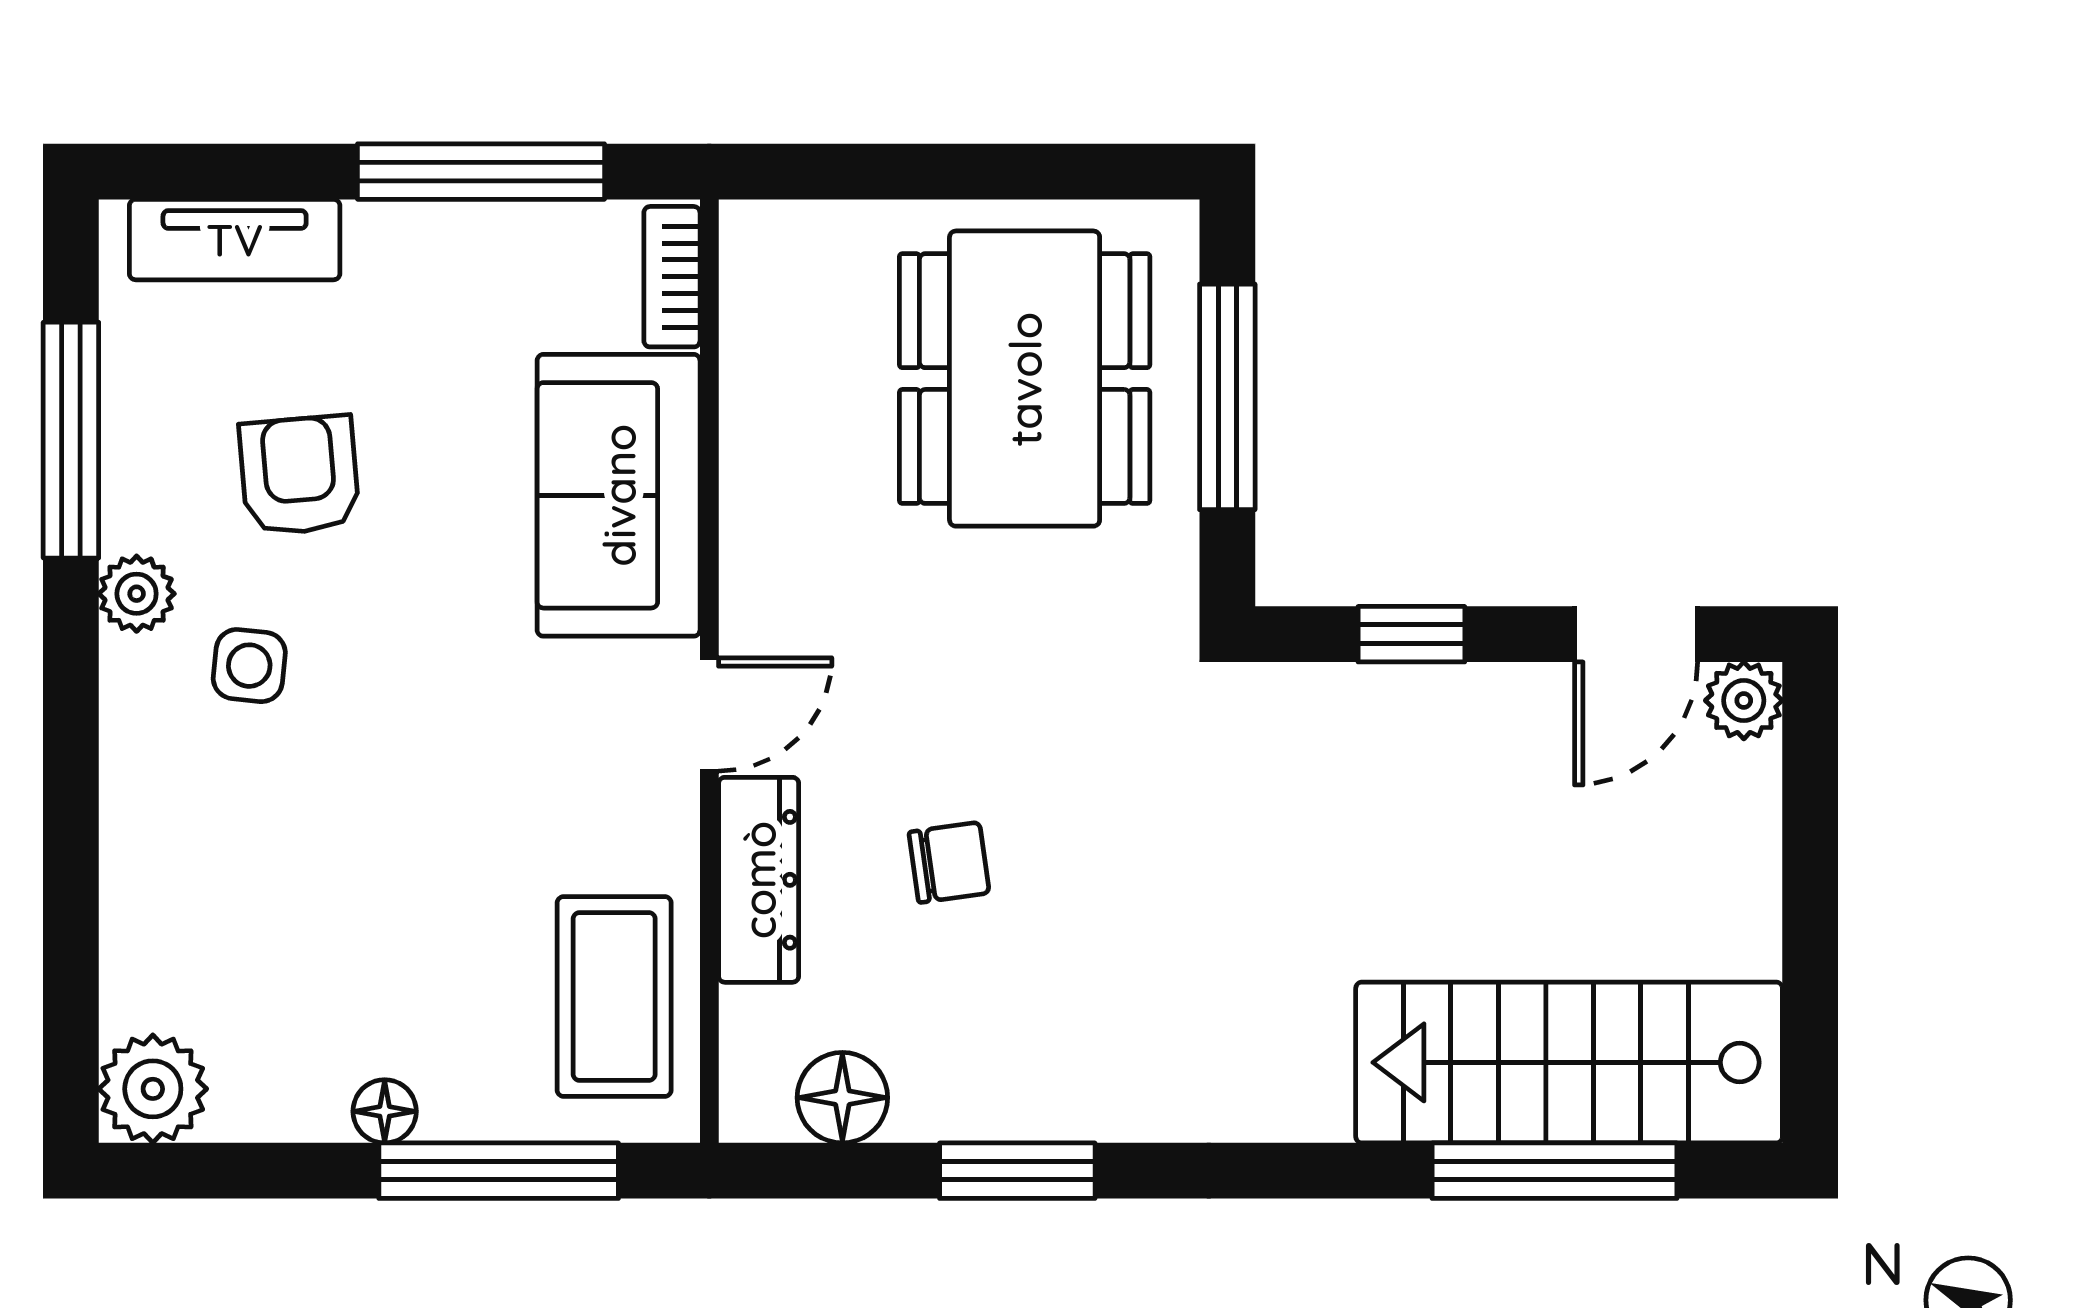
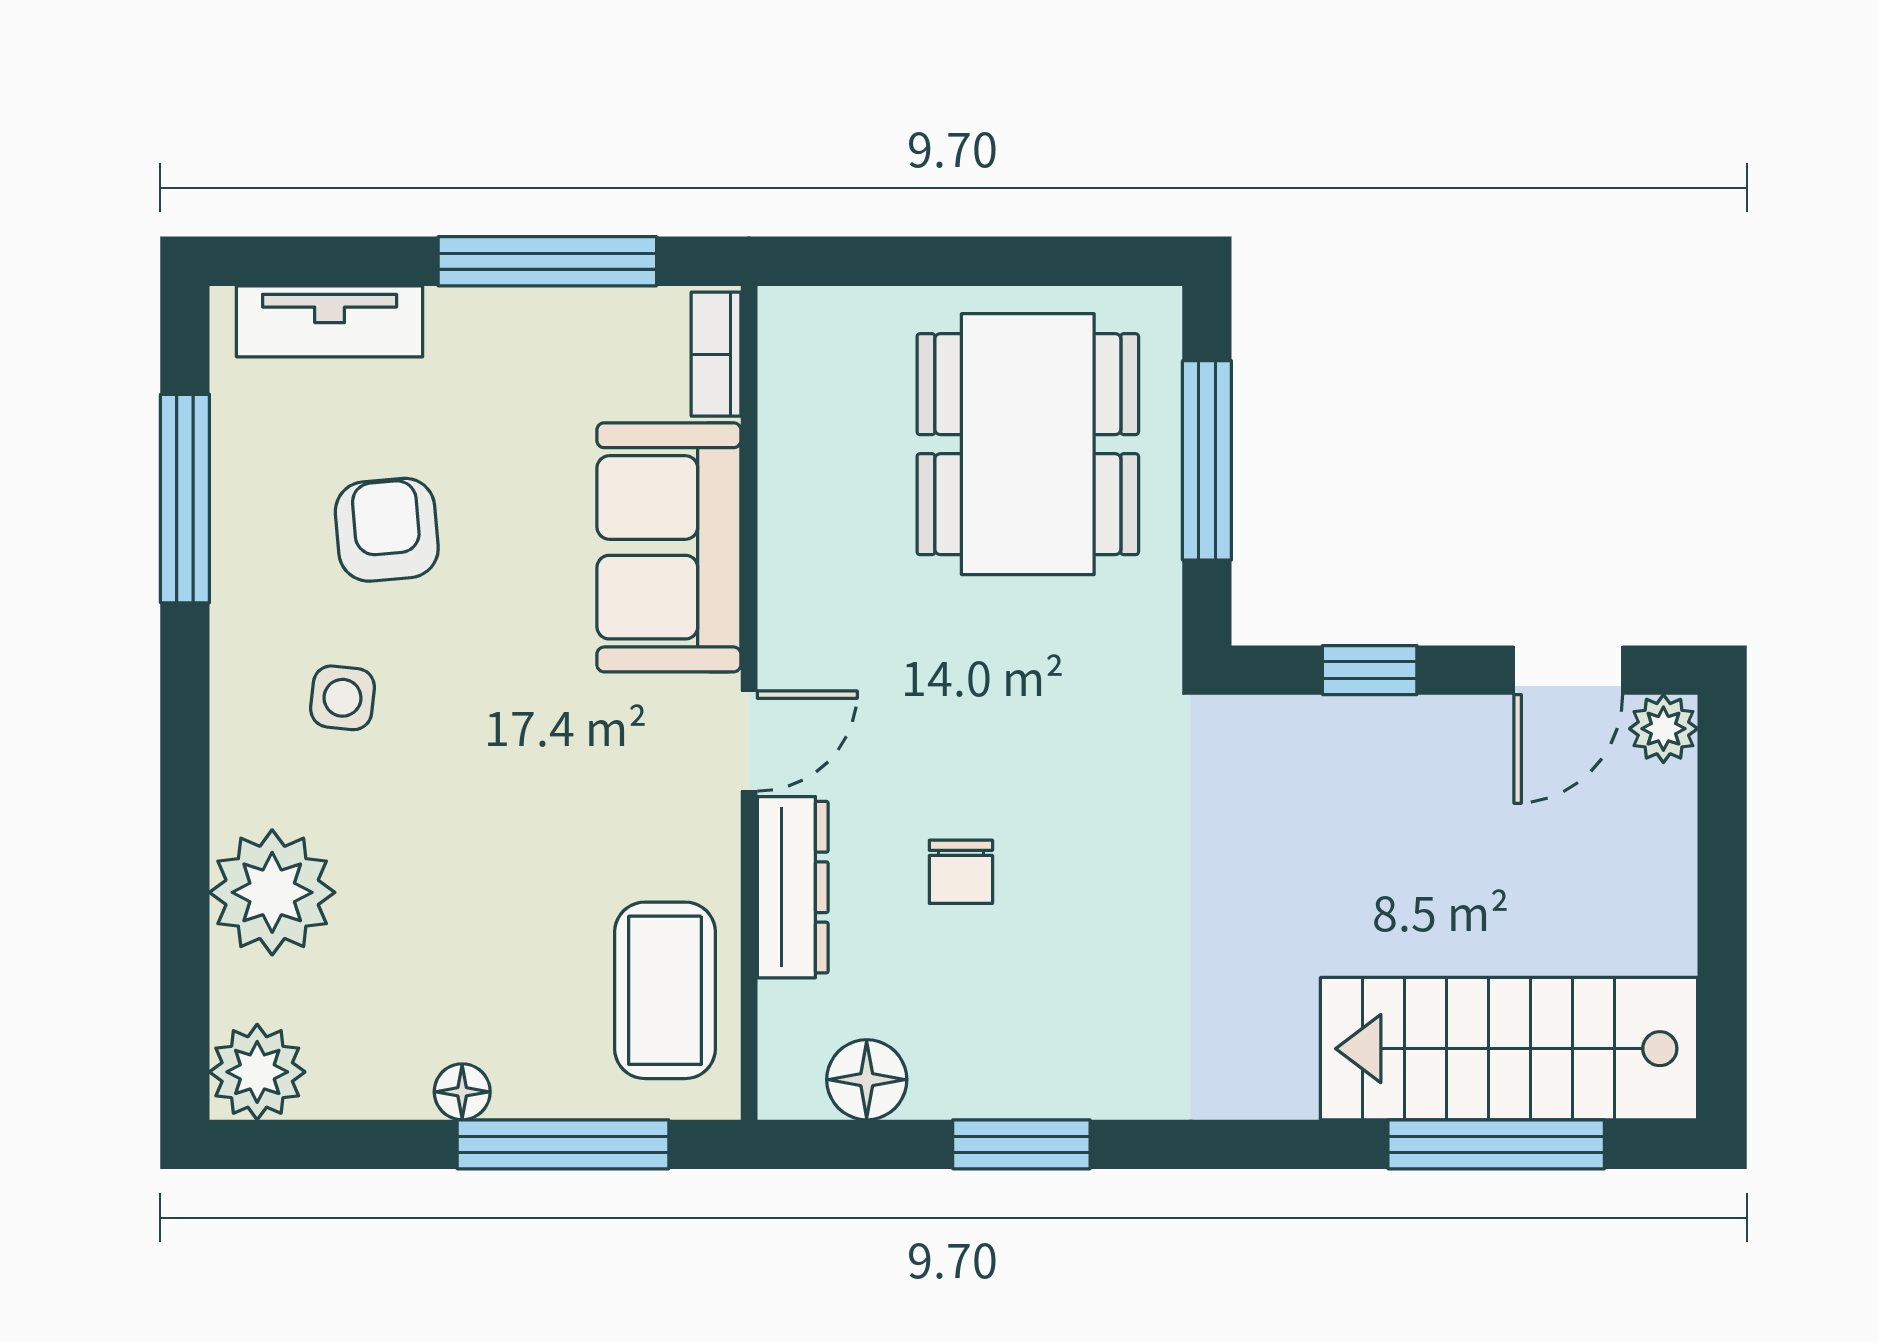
plant: (137, 594) -> (272, 892), moved, width x1.88, depth x1.88
chair: (949, 862) -> (961, 872), turned 98

